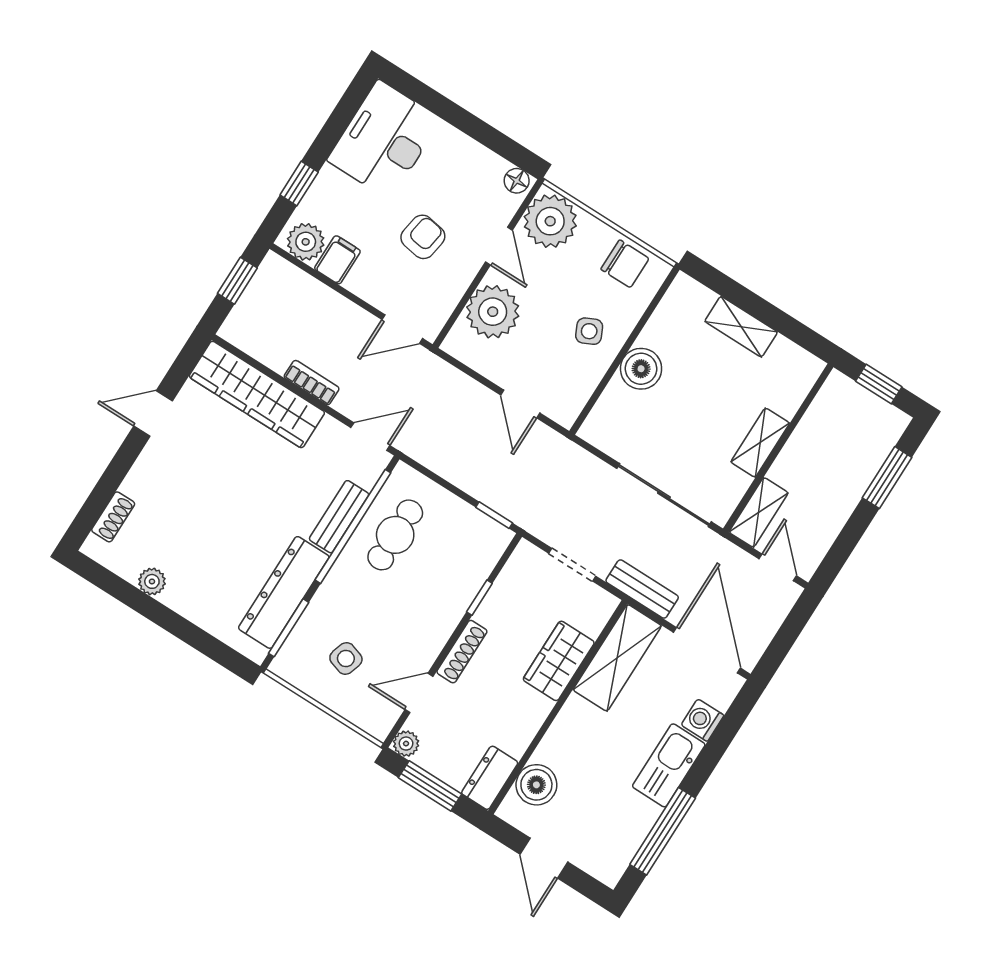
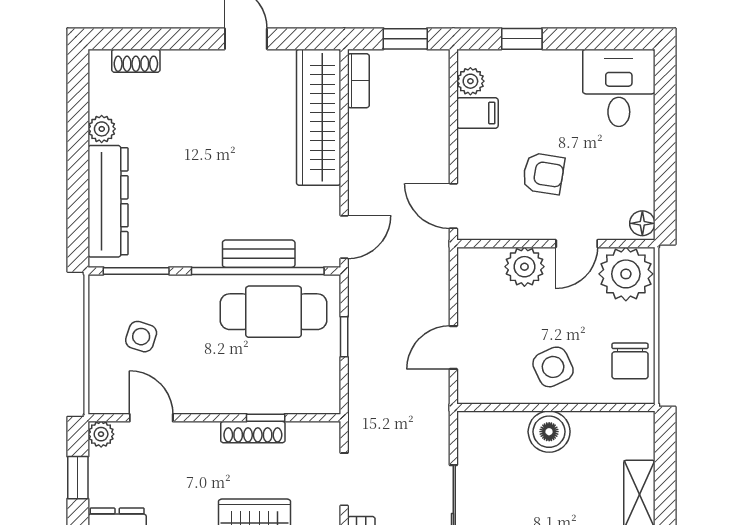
desk: (384, 140) -> (619, 88), width x0.73
plant: (306, 242) -> (470, 81), width x0.73, depth x0.73
plant: (493, 312) -> (524, 267), width x0.73, depth x0.73
side table: (589, 331) -> (553, 367), width x1.37, depth x1.37
bookcase: (312, 383) -> (358, 81), moved
door: (370, 437) -> (344, 237), hinge flipped
window: (494, 515) -> (344, 337), moved
cafe table: (395, 535) -> (273, 312), width x1.37, depth x1.35
dresser: (284, 592) -> (108, 201), moved, turned 90
shoe rack: (462, 652) -> (253, 432), moved
window: (430, 786) -> (78, 478), width x0.67

